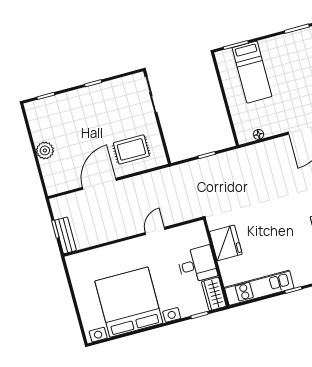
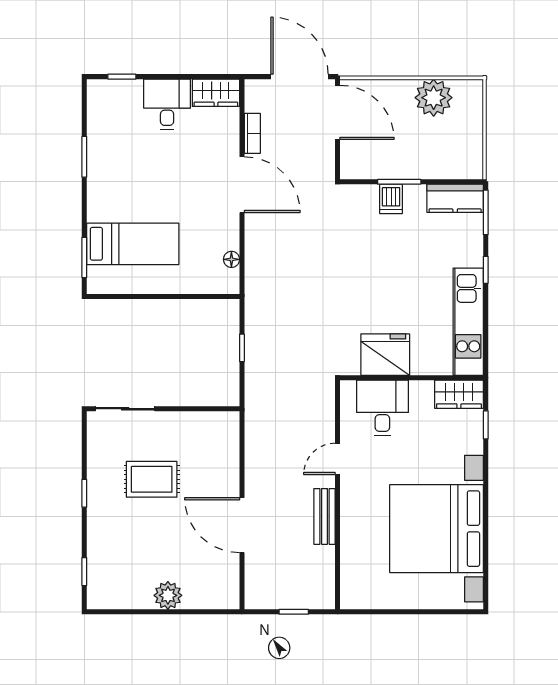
rug: (131, 149) -> (152, 479), moved, turned 90
door: (155, 231) -> (338, 459), hinge flipped
bench: (65, 235) -> (324, 516), moved, turned 90
desk: (197, 265) -> (382, 408), moved

